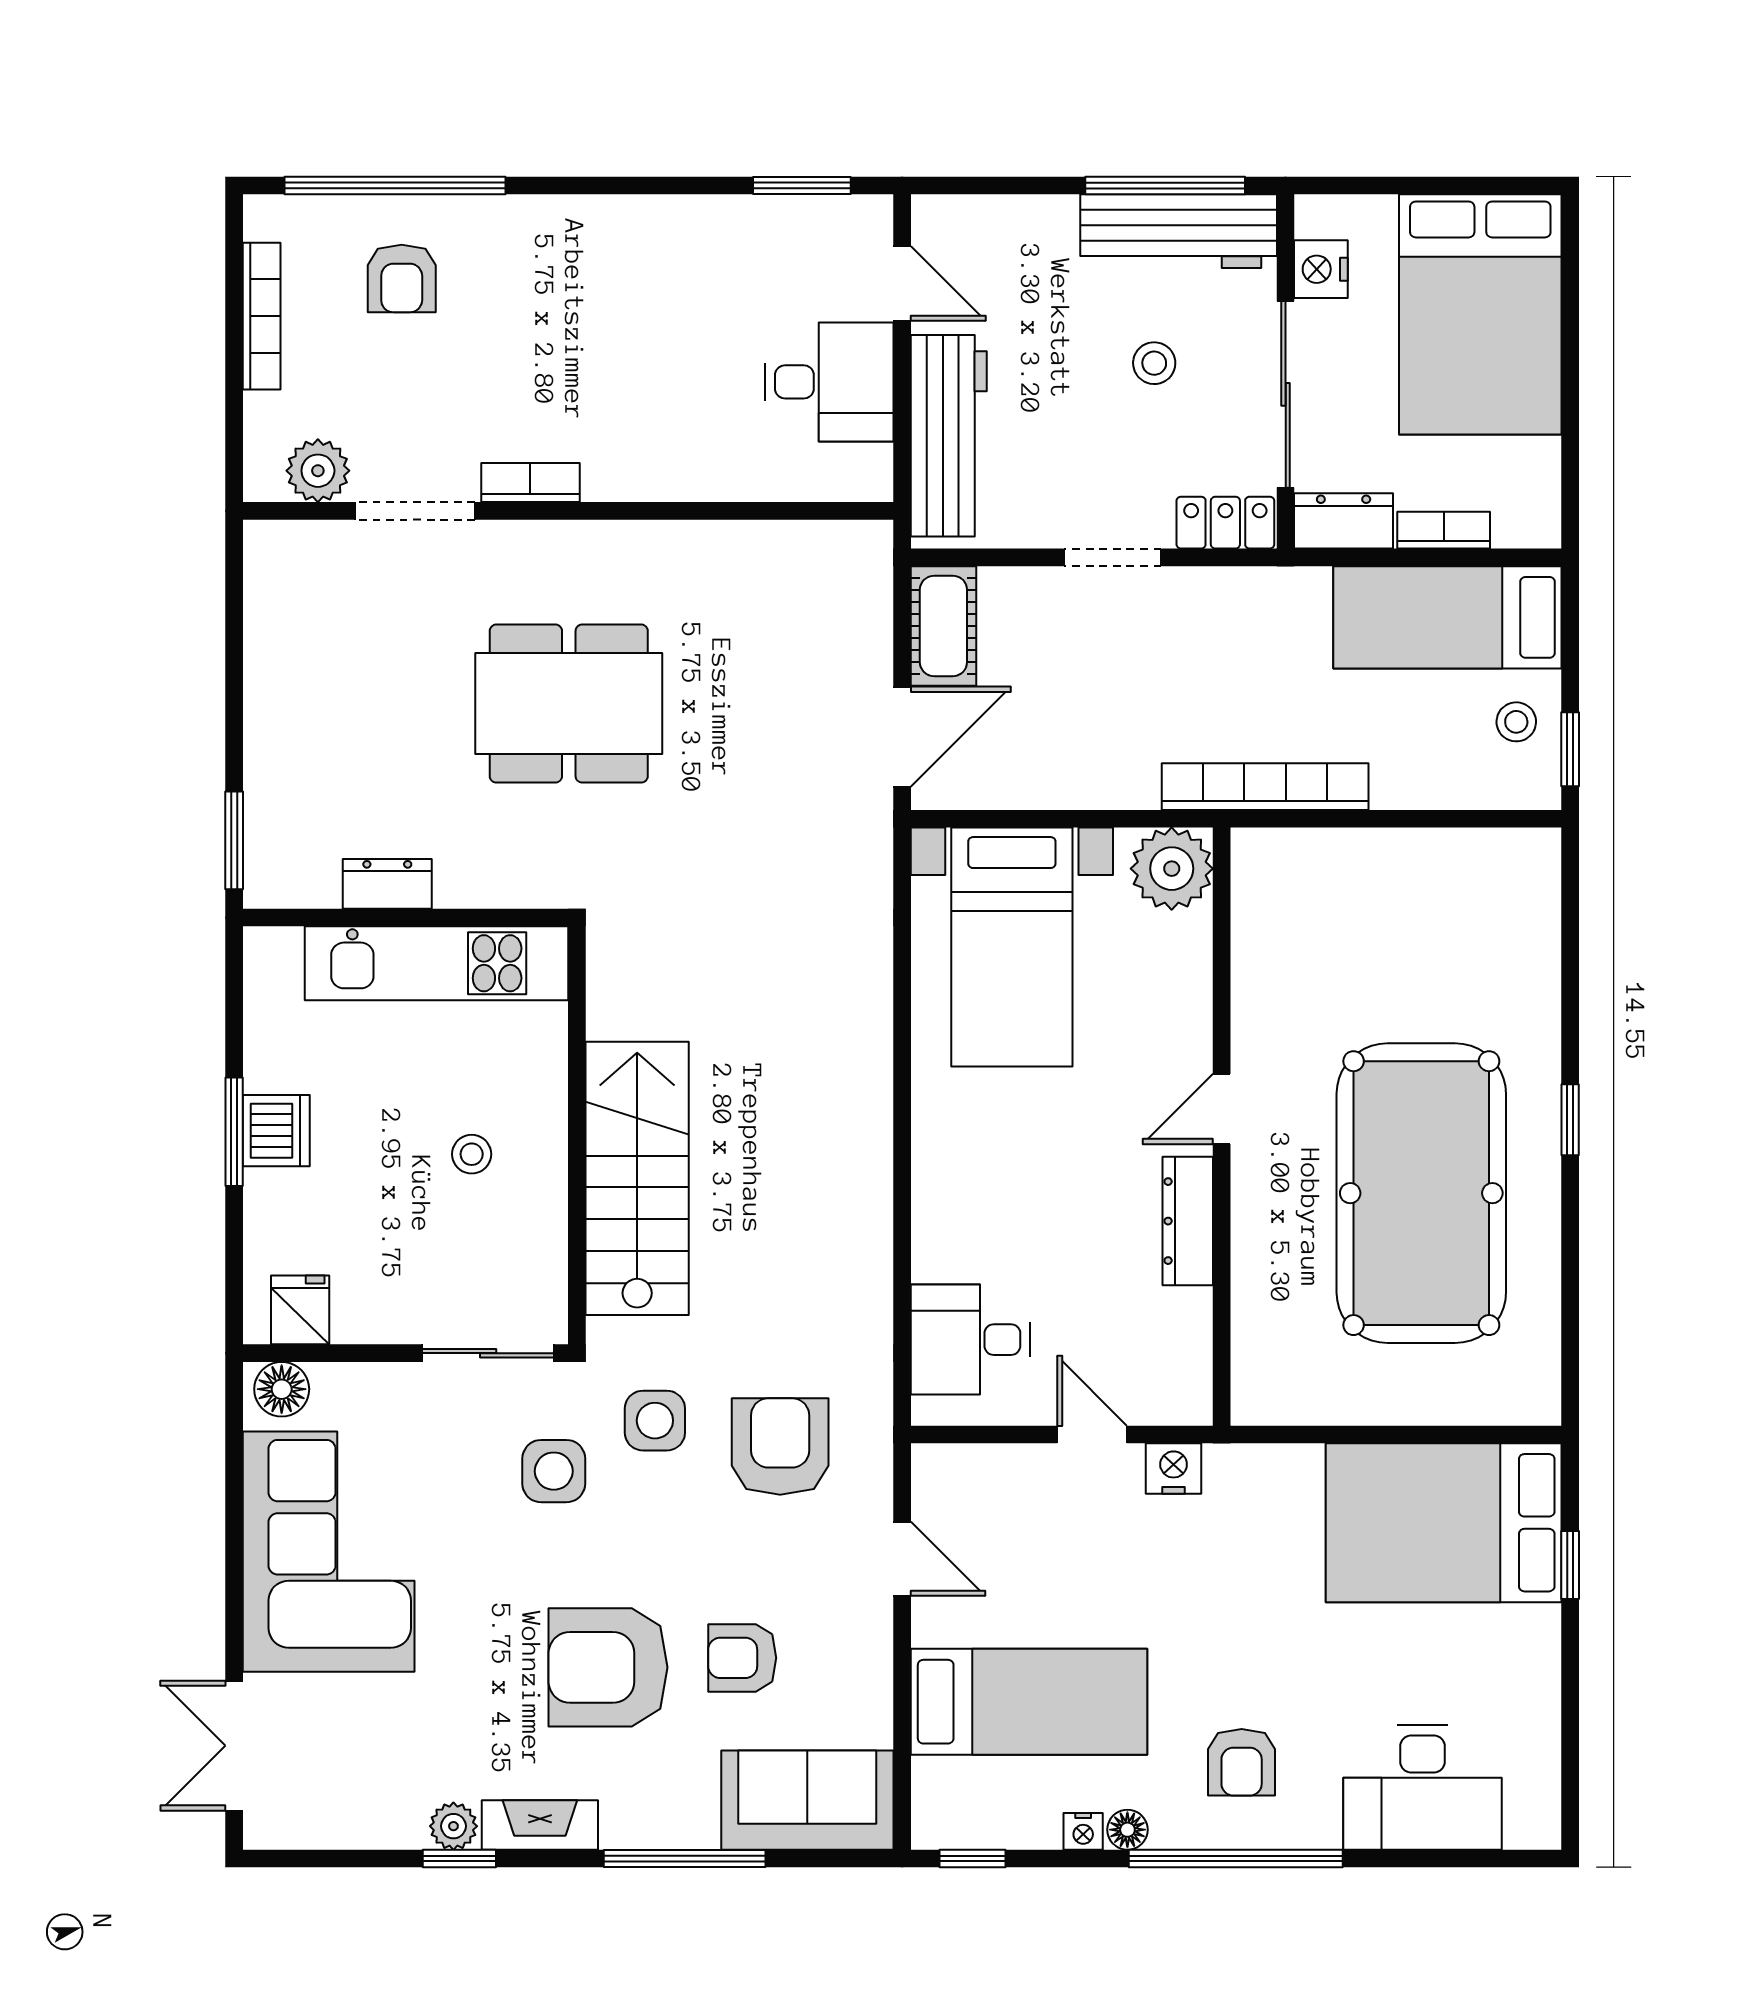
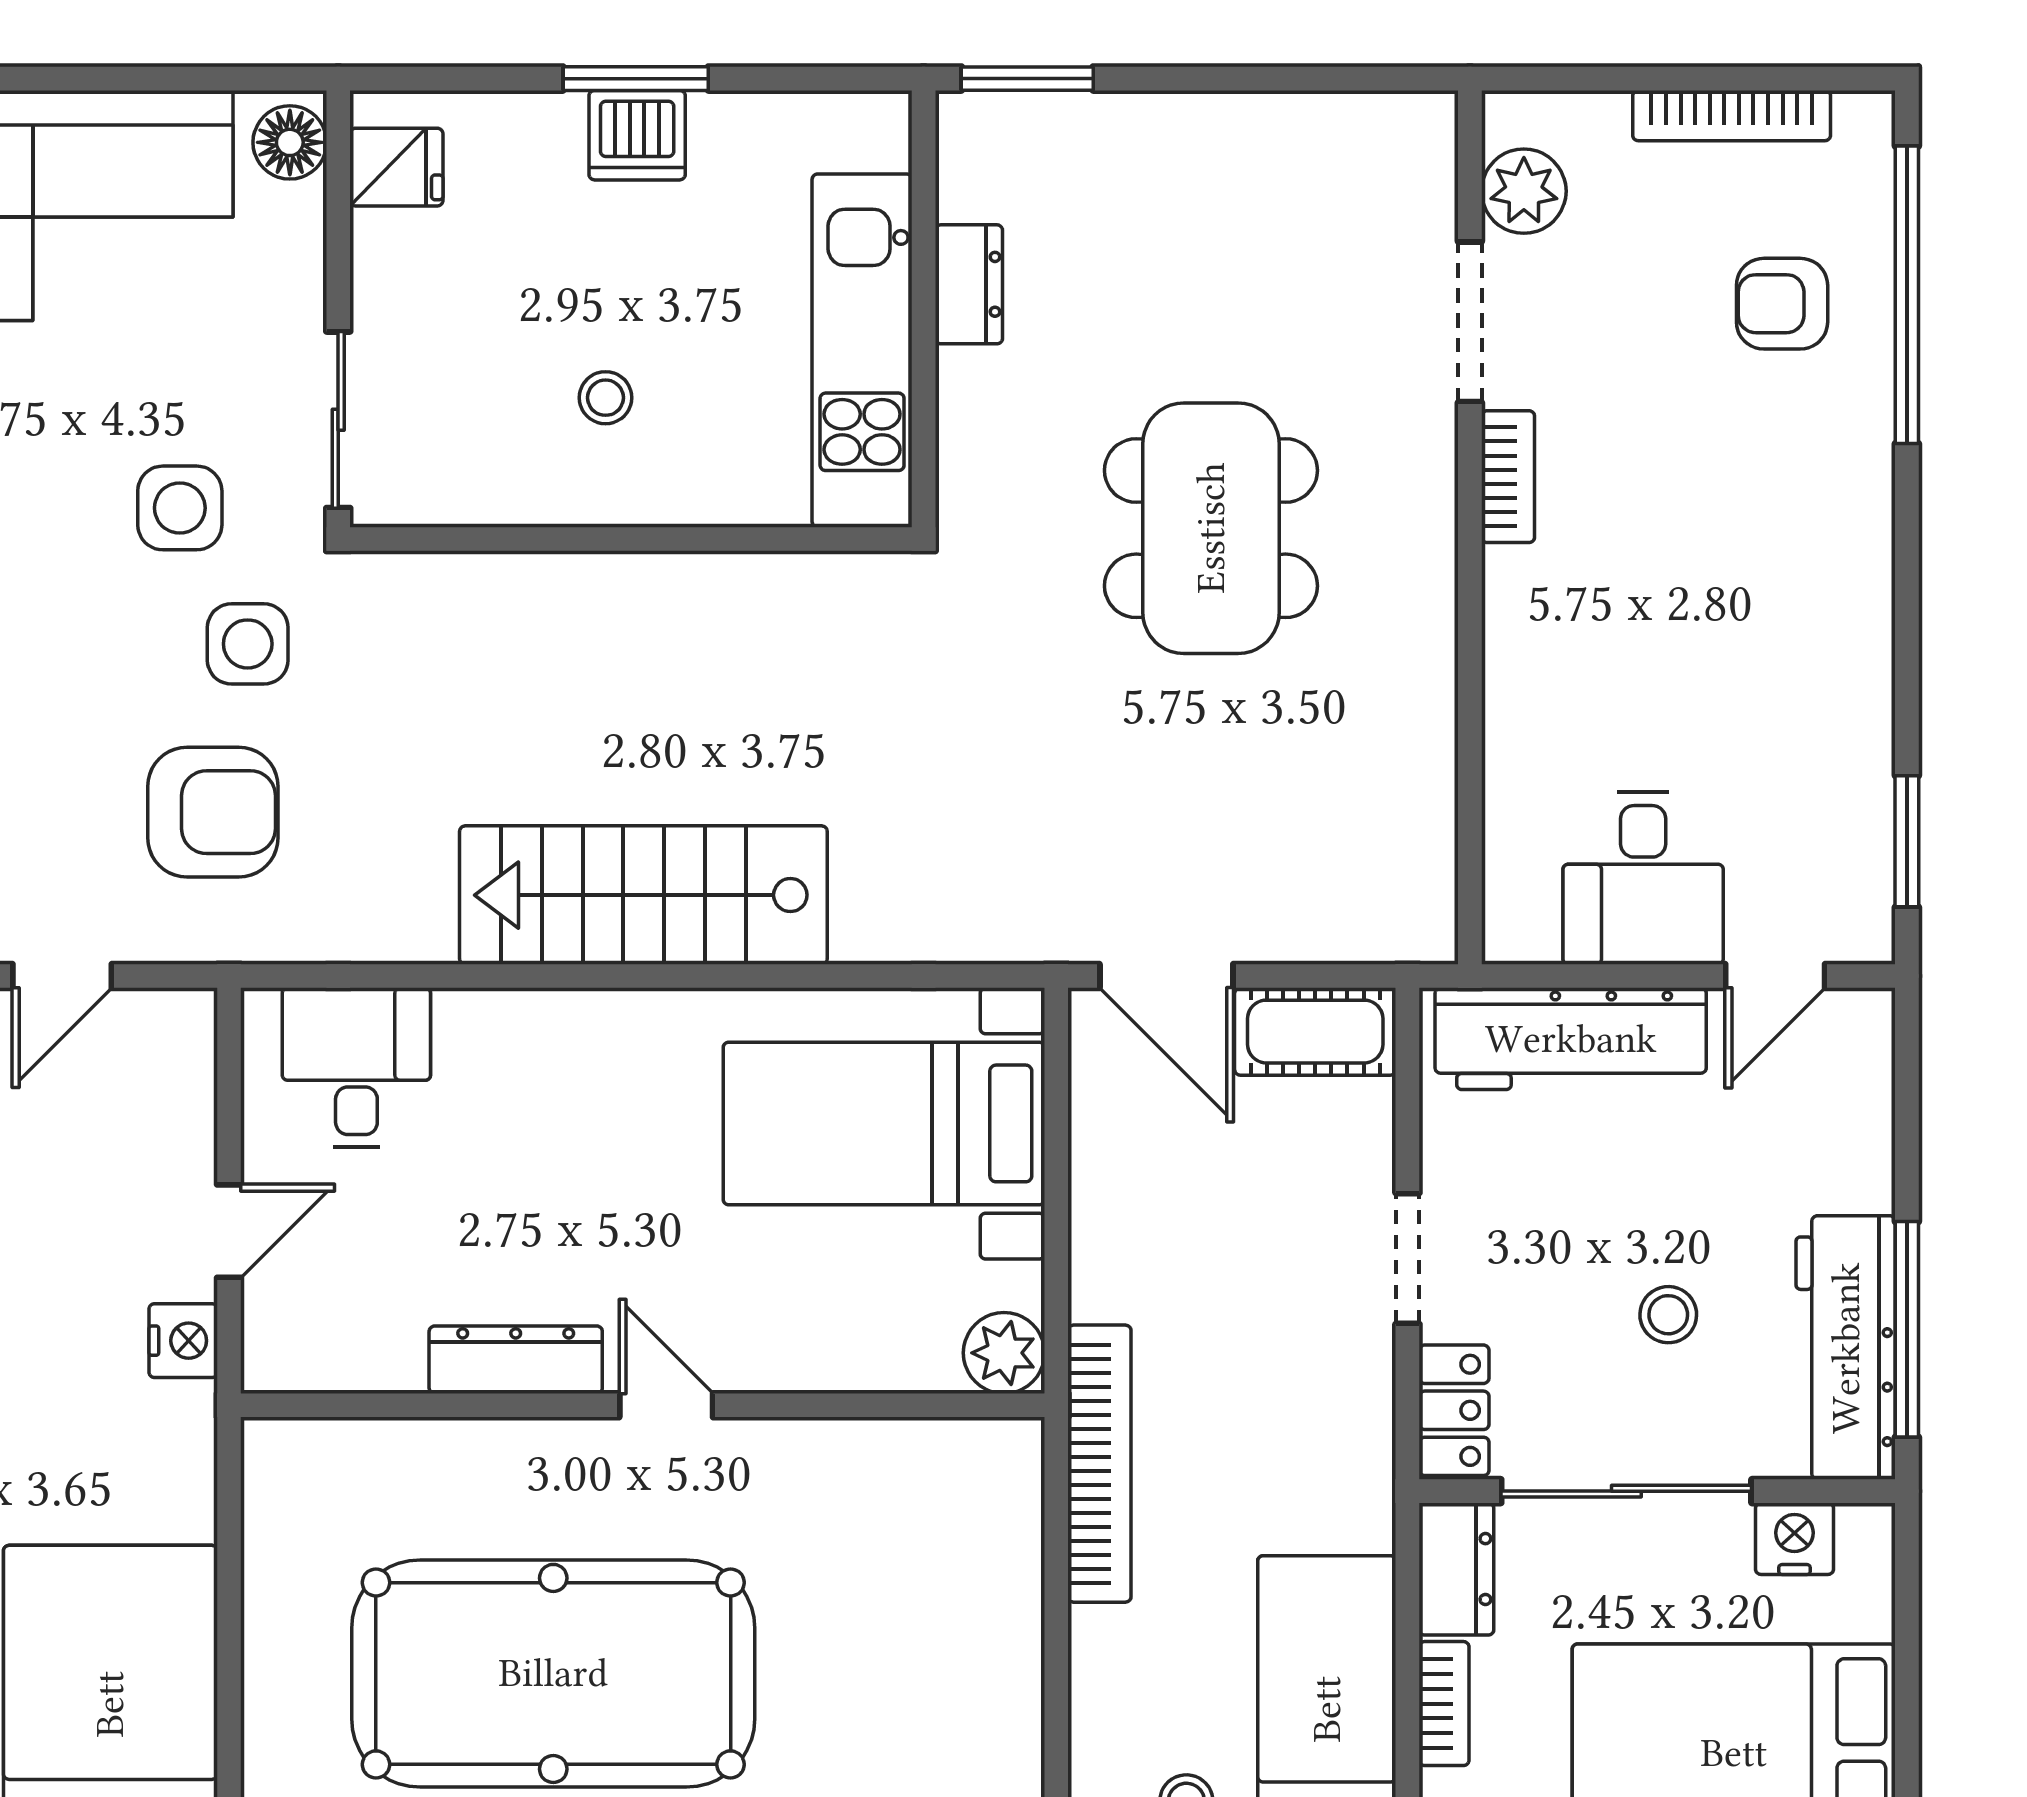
plant: (1172, 869) -> (1004, 1353), width x0.73, depth x0.73
stairs: (637, 1178) -> (643, 895), moved, turned 180

